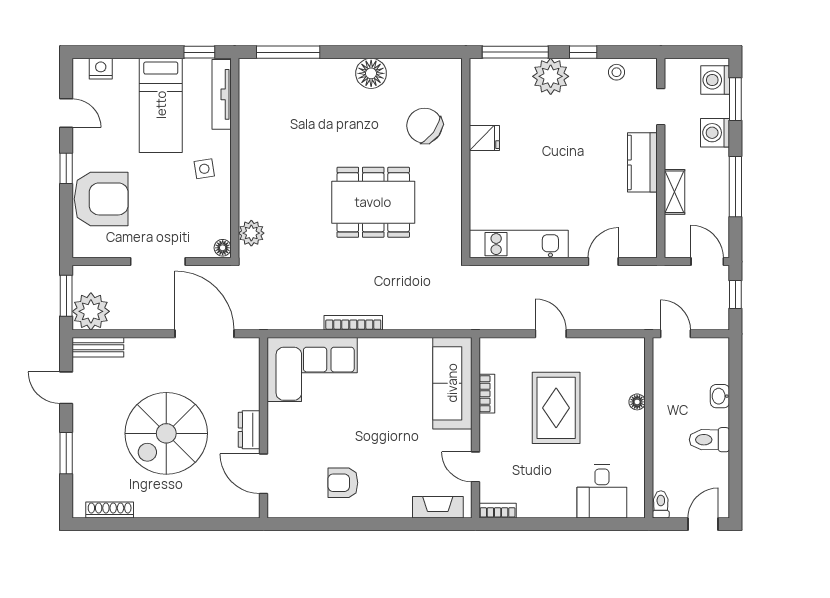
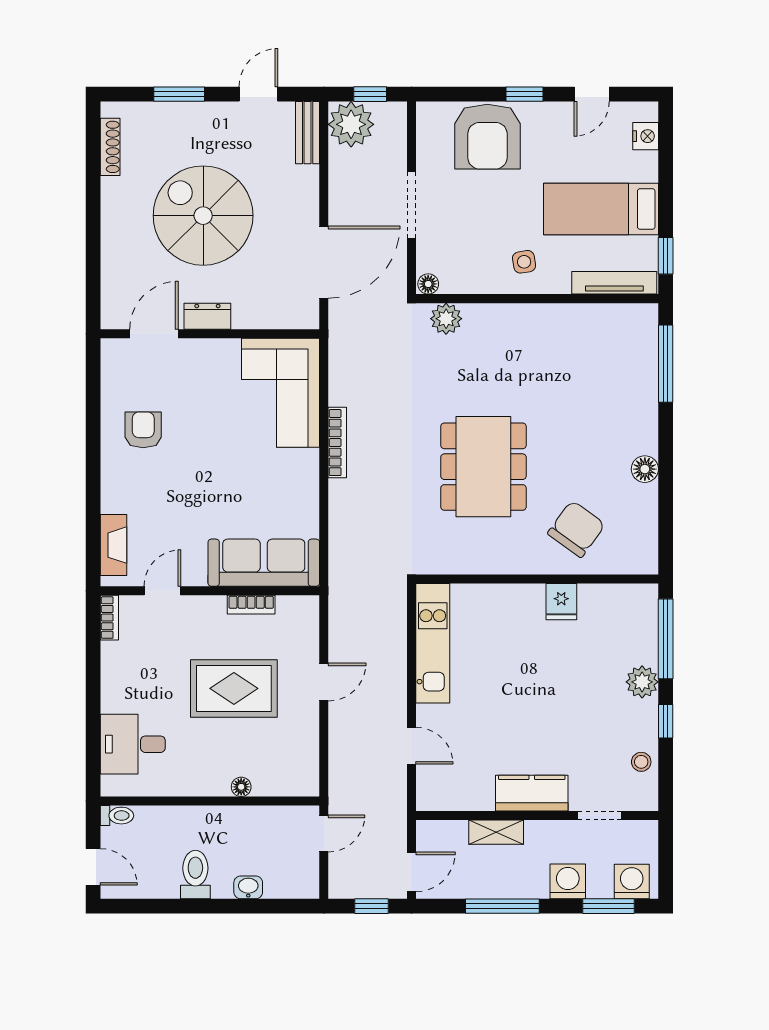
floor lamp: (371, 73) -> (645, 469), width x0.73, depth x0.73
plant: (551, 76) -> (642, 682), width x0.73, depth x0.73
window: (66, 296) -> (370, 94), width x0.67

